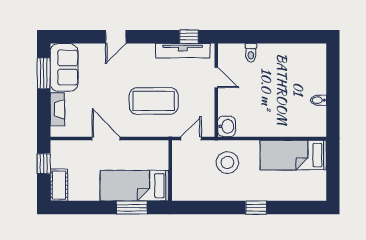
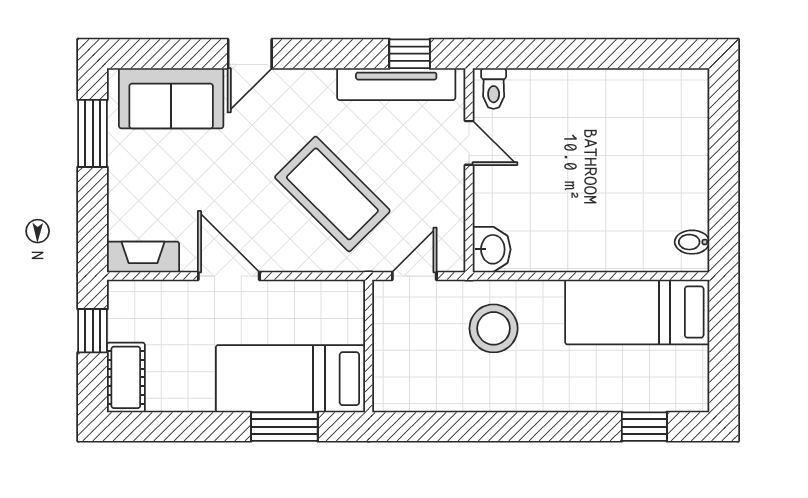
toilet: (251, 53) -> (494, 88), moved
sofa: (64, 67) -> (171, 98), moved, turned 90
bidet: (318, 100) -> (692, 242), moved
coffee table: (154, 101) -> (332, 194), turned 45
fireplace: (57, 109) -> (143, 257), moved, turned -90
window: (256, 208) -> (644, 427), moved

